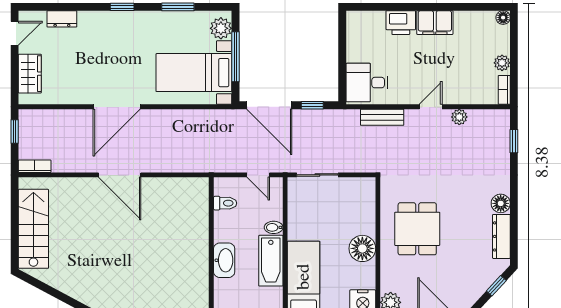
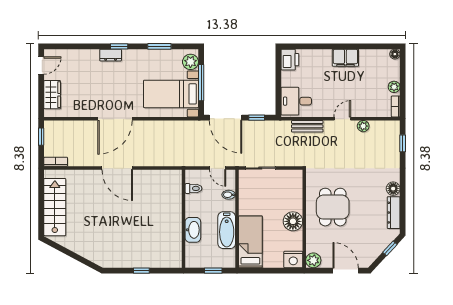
dresser: (62, 19) -> (111, 55), moved
printer: (401, 23) -> (290, 60), moved, turned -90
bidet: (274, 227) -> (229, 195), moved

